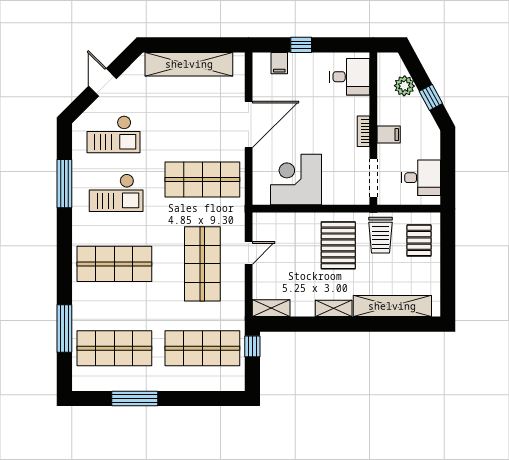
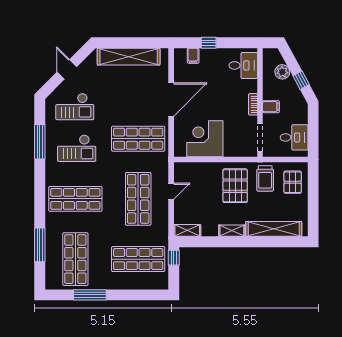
shop shelf: (114, 348) -> (75, 259), turned 90

